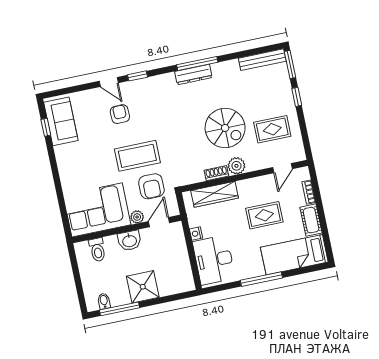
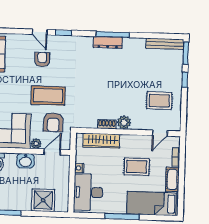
spiral stairs: (225, 128) -> (122, 91), removed
shower: (143, 287) -> (43, 200), moved

